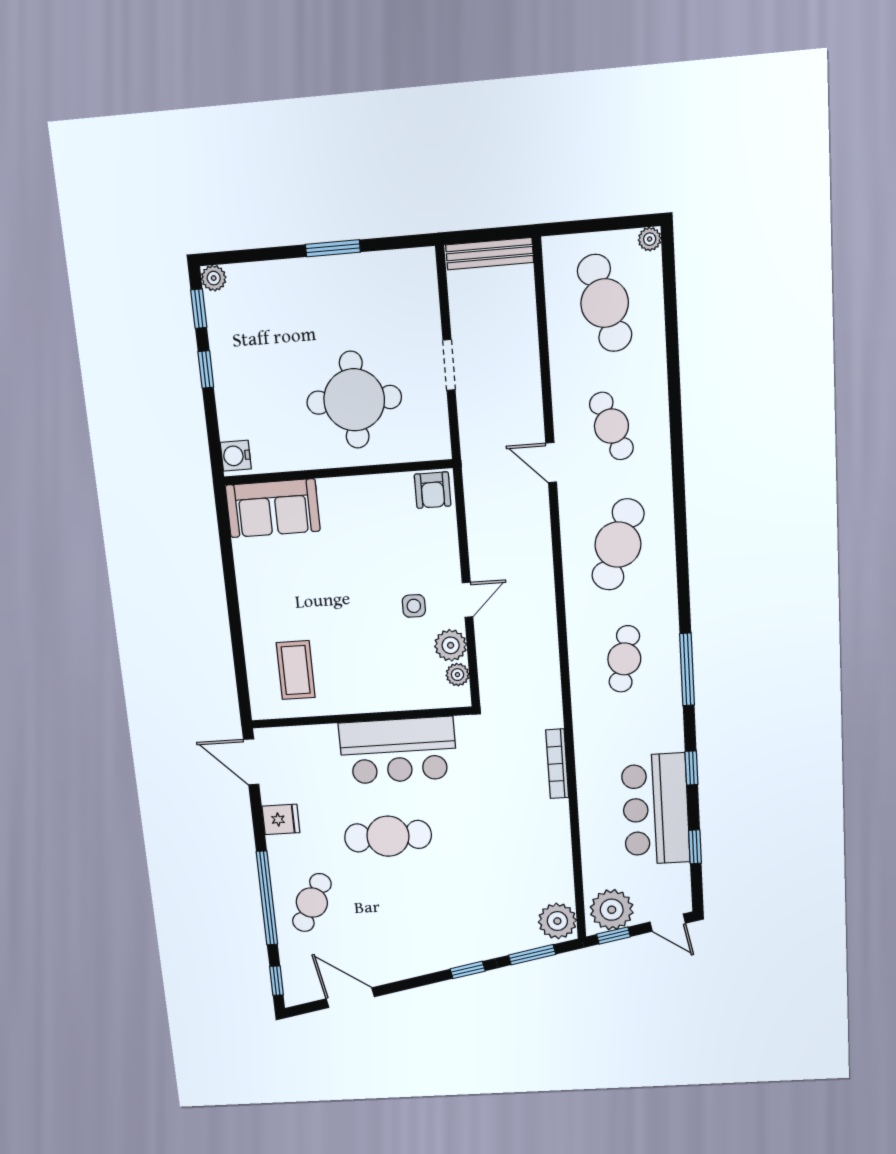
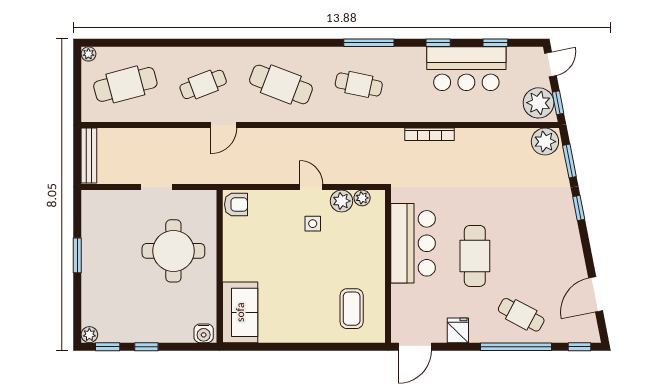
coffee table: (296, 670) -> (352, 309), turned 90

